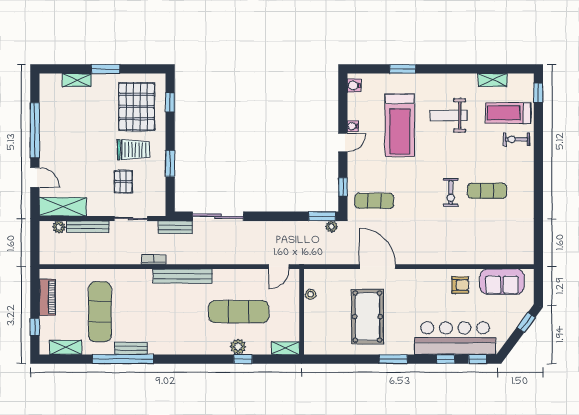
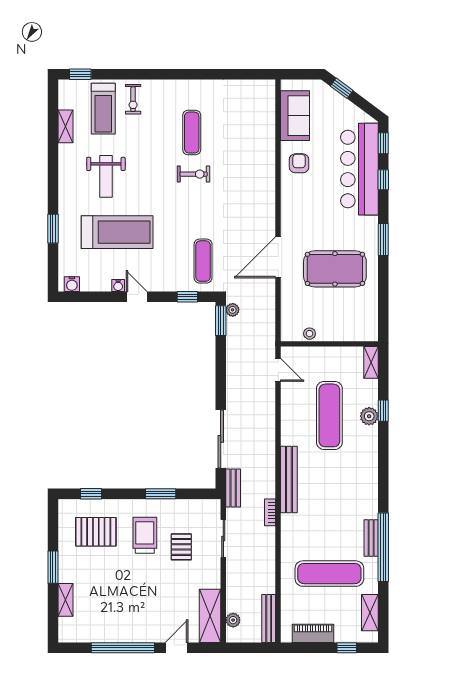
pallet: (137, 107) -> (96, 532), width x0.73, depth x0.71
pallet: (123, 182) -> (181, 547), turned 90
bench: (88, 227) -> (269, 618), moved

